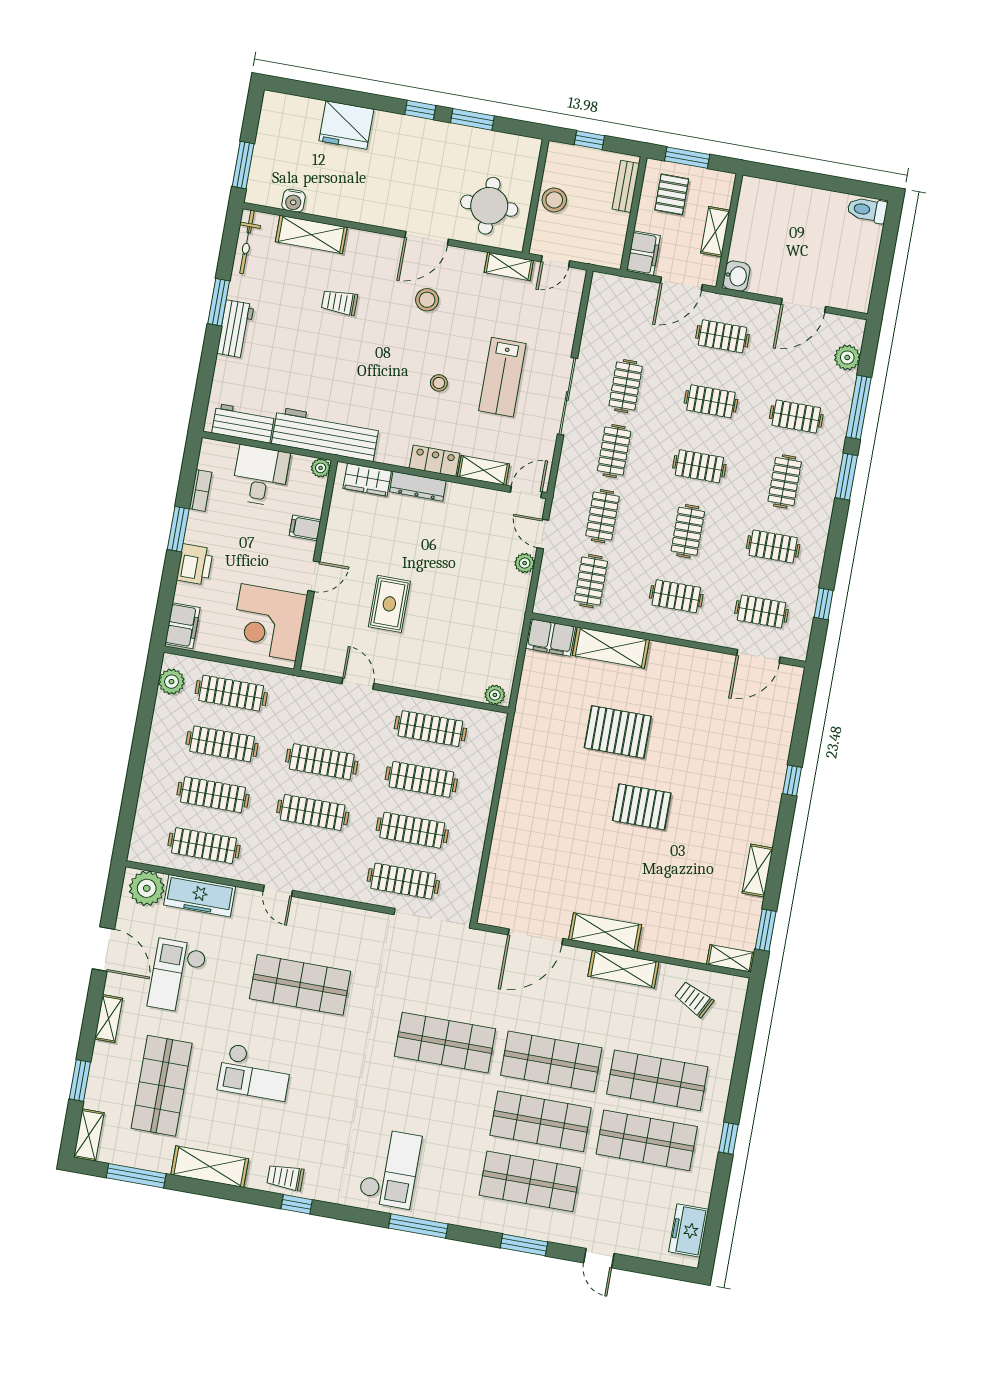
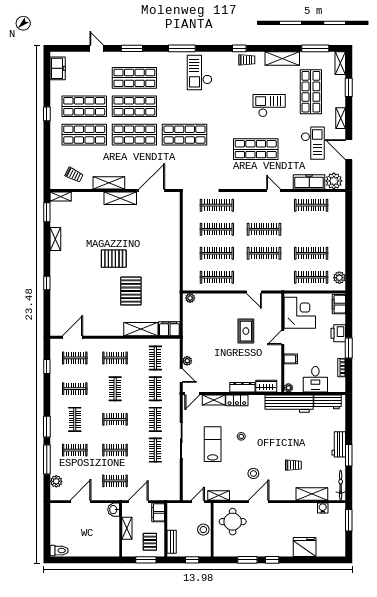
pallet: (618, 732) -> (131, 291), turned 90
clothes rail: (213, 795) -> (311, 229), removed

